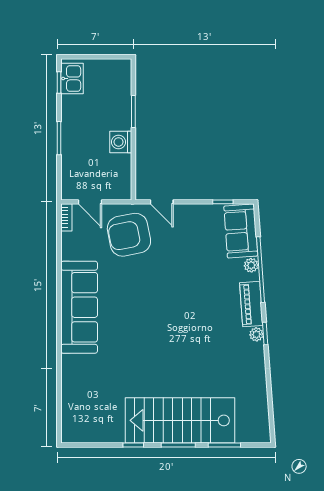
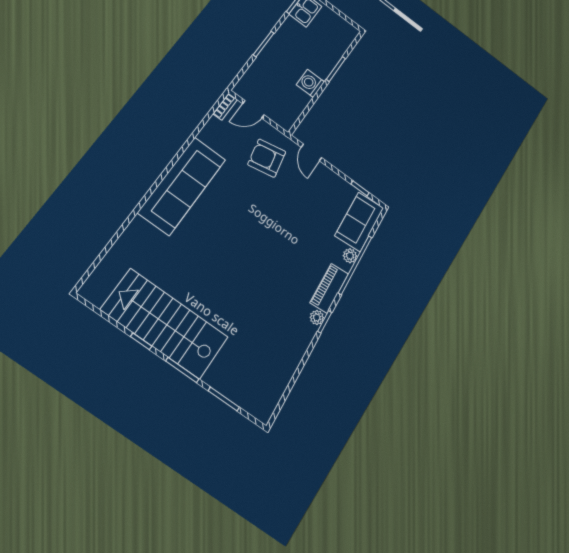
door: (90, 202) -> (253, 109), hinge flipped
armchair: (129, 235) -> (267, 158), width x0.73, depth x0.73
stairs: (180, 420) -> (165, 324), moved

